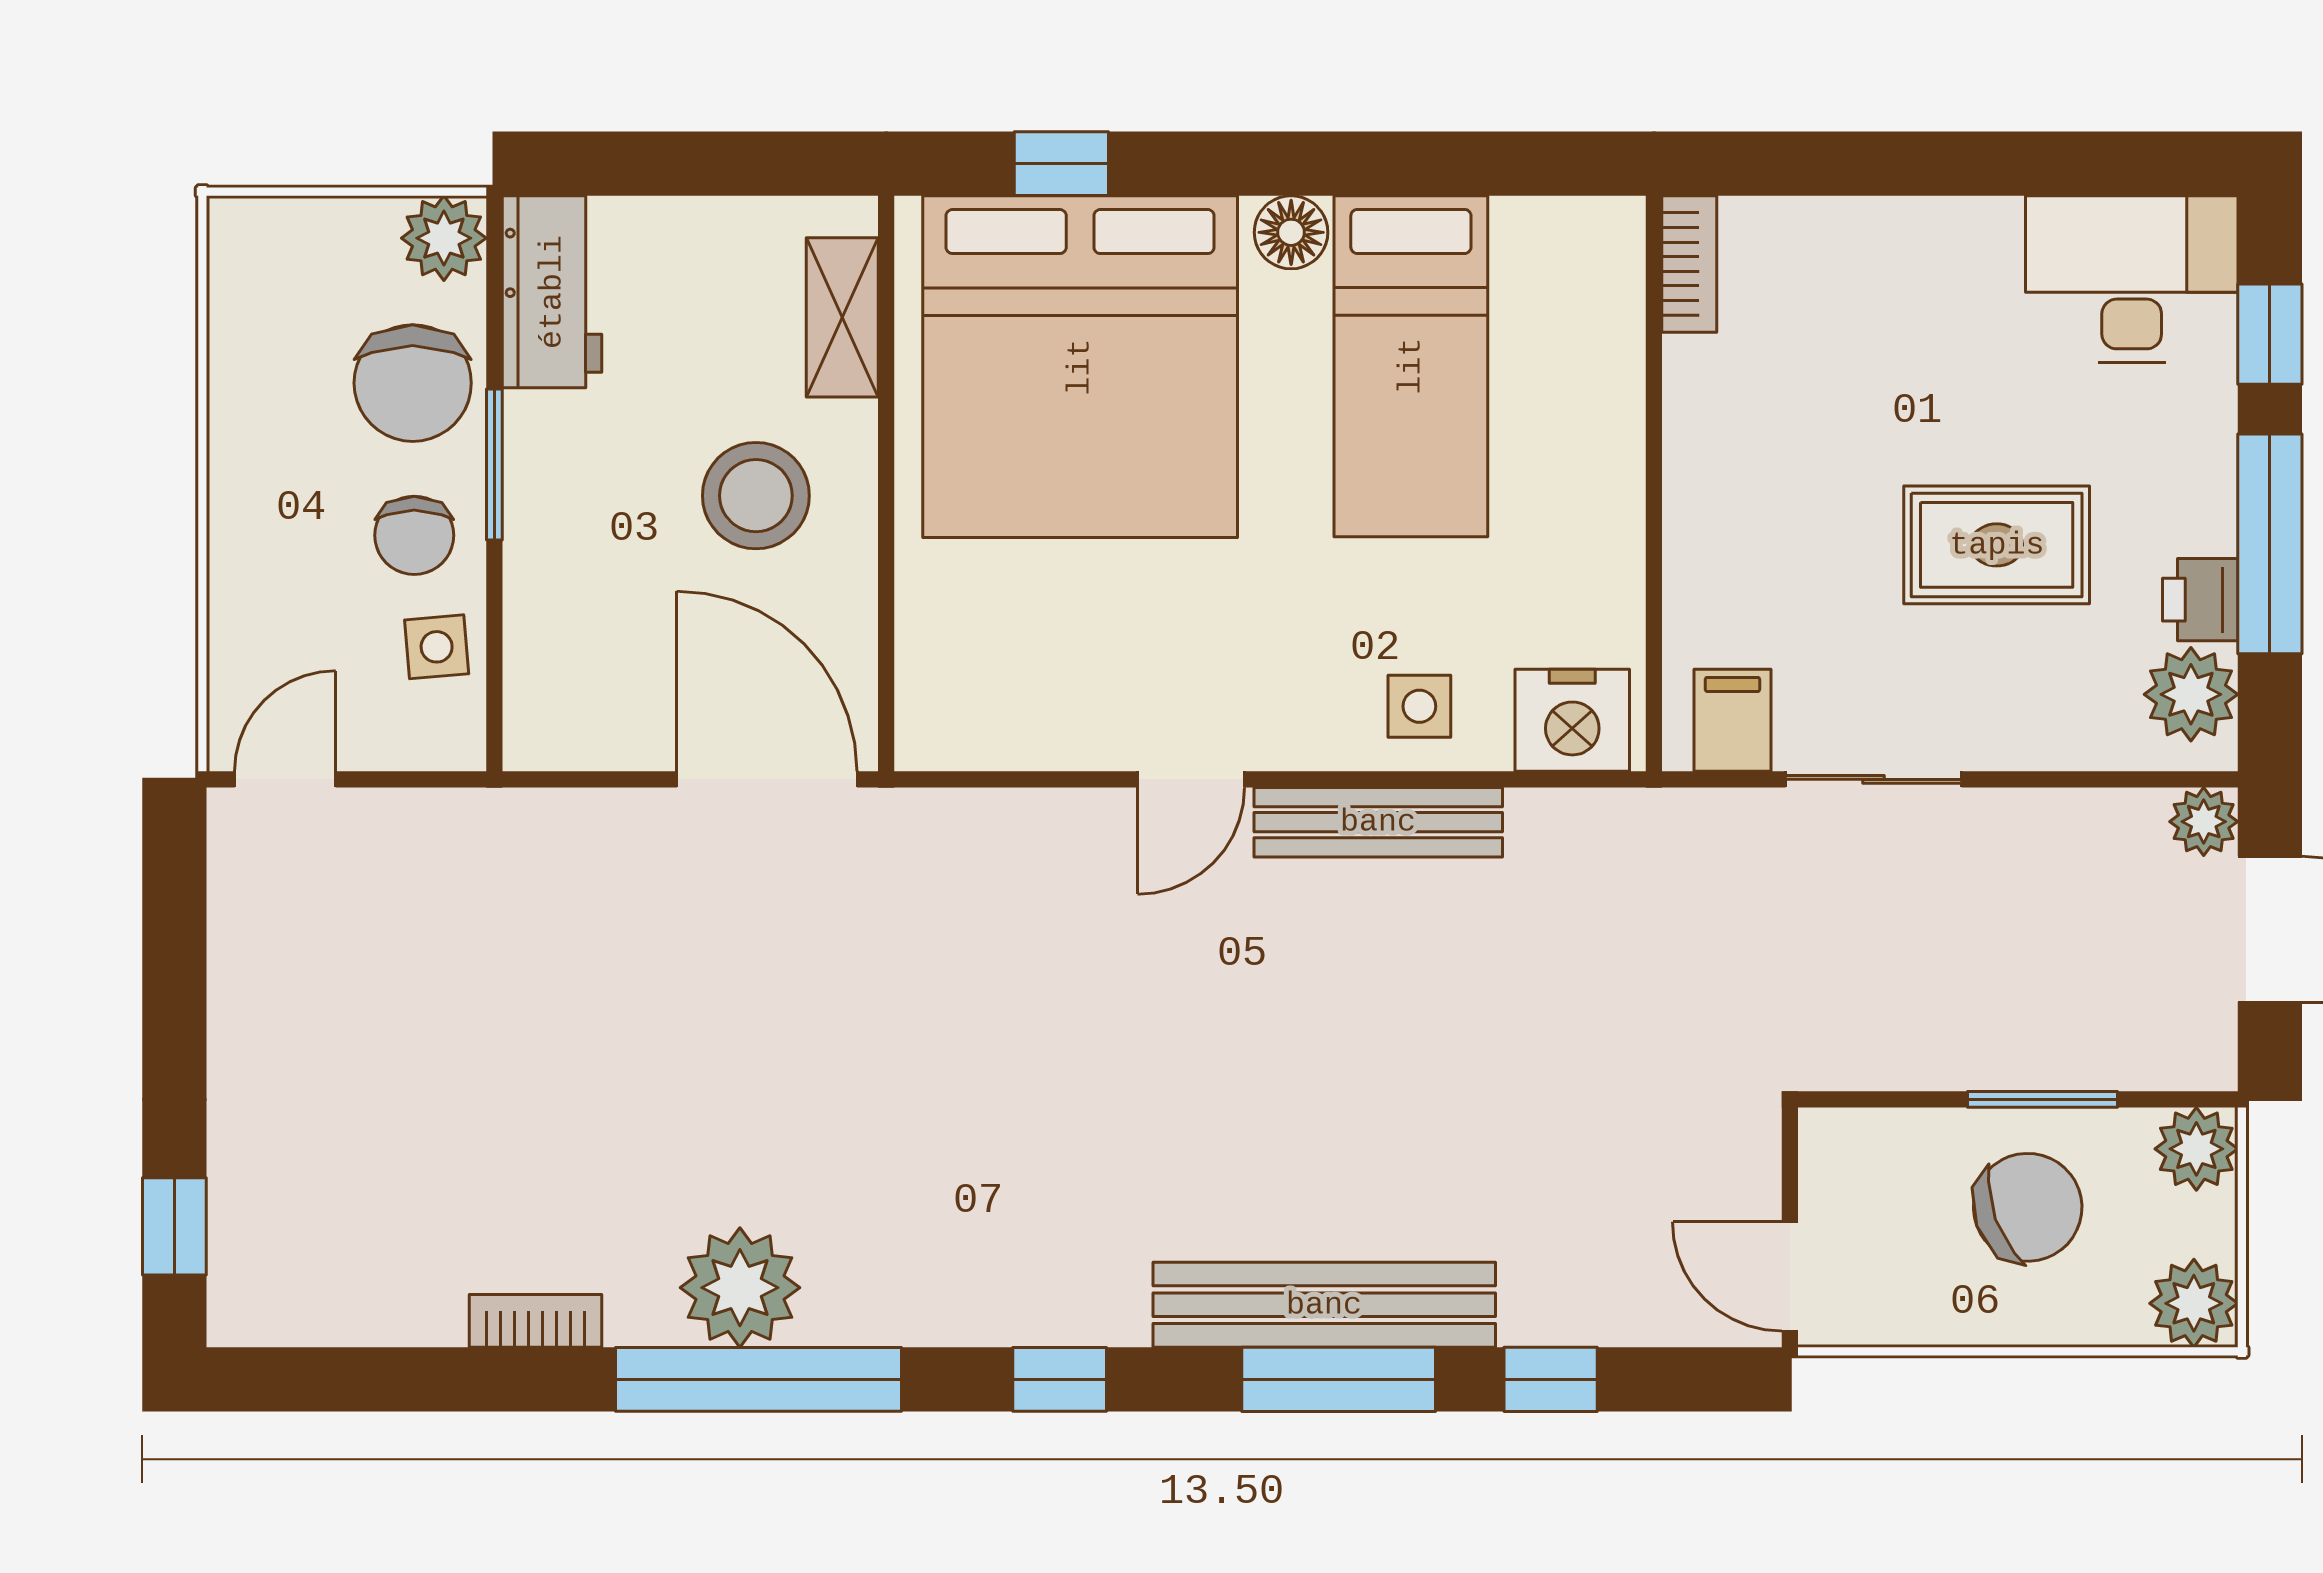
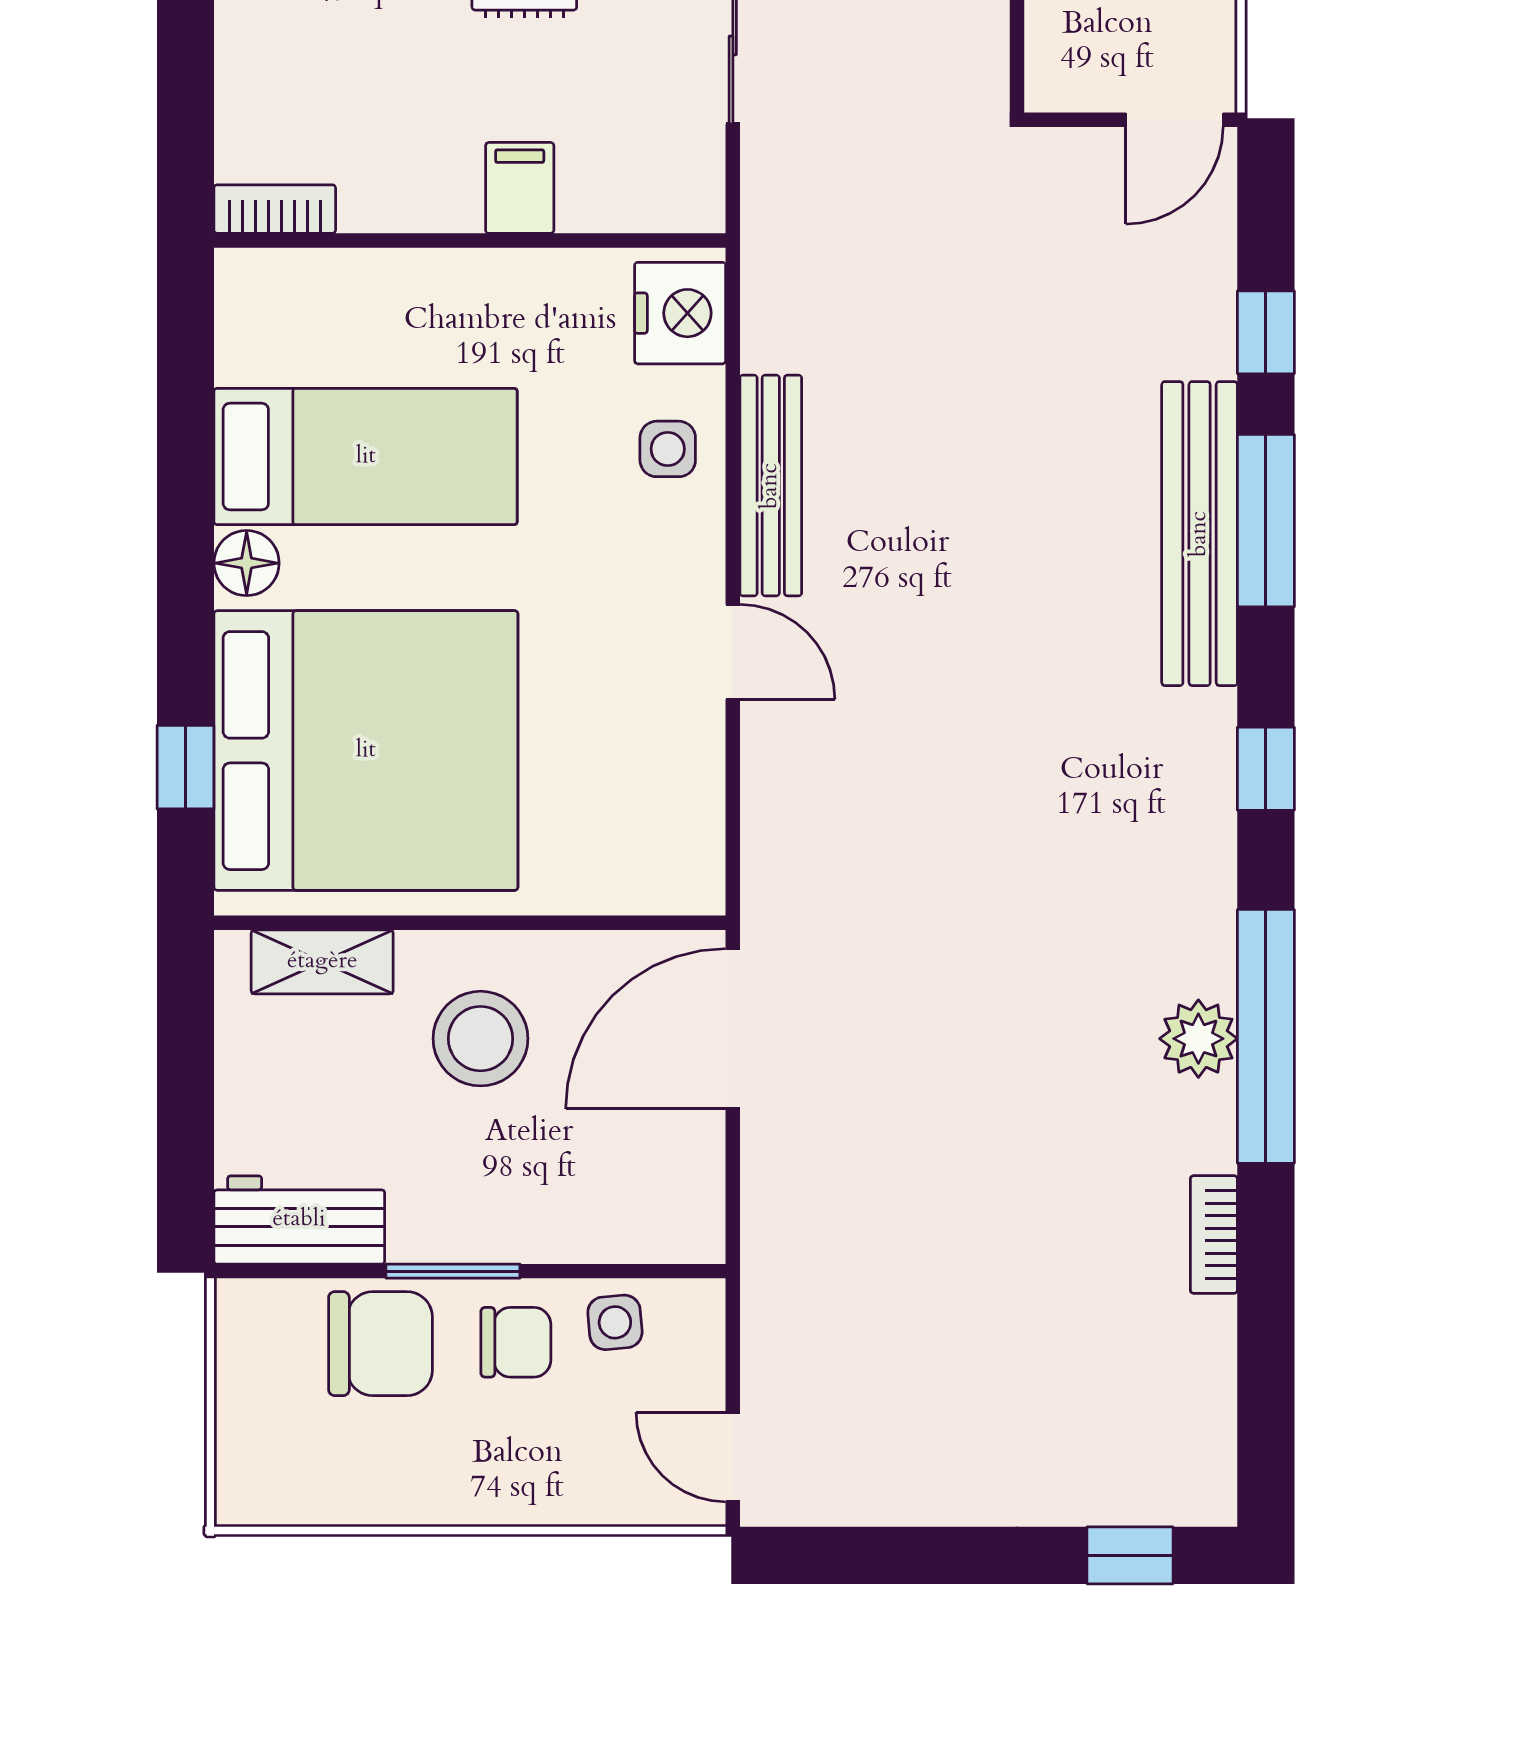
plant: (444, 238) -> (252, 1316), removed
filing cabinet: (1732, 720) -> (520, 188), moved, turned 90
plant: (740, 1288) -> (1198, 1039), width x0.73, depth x0.73

